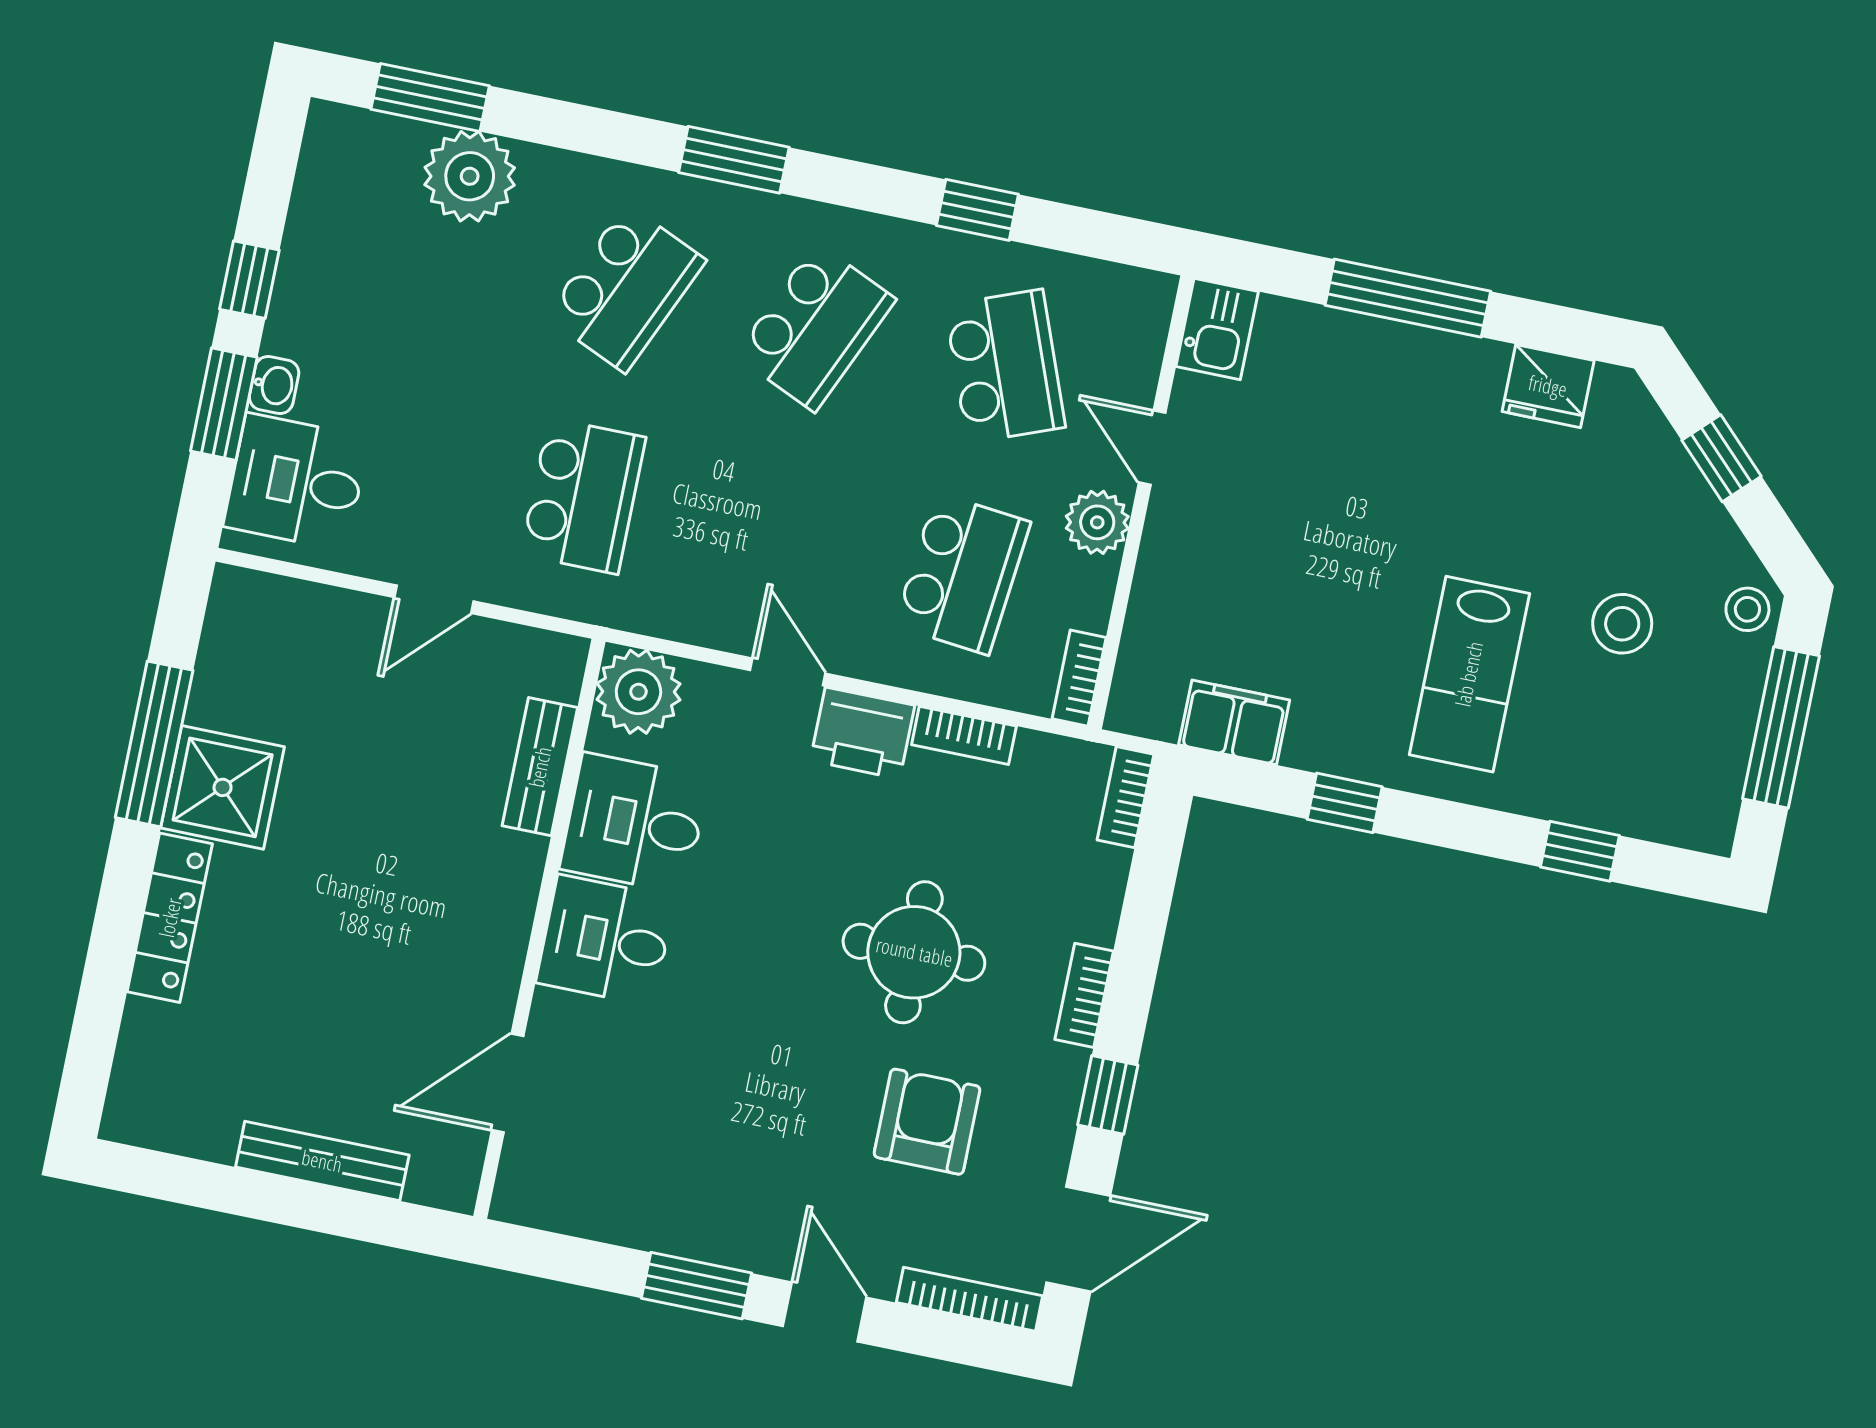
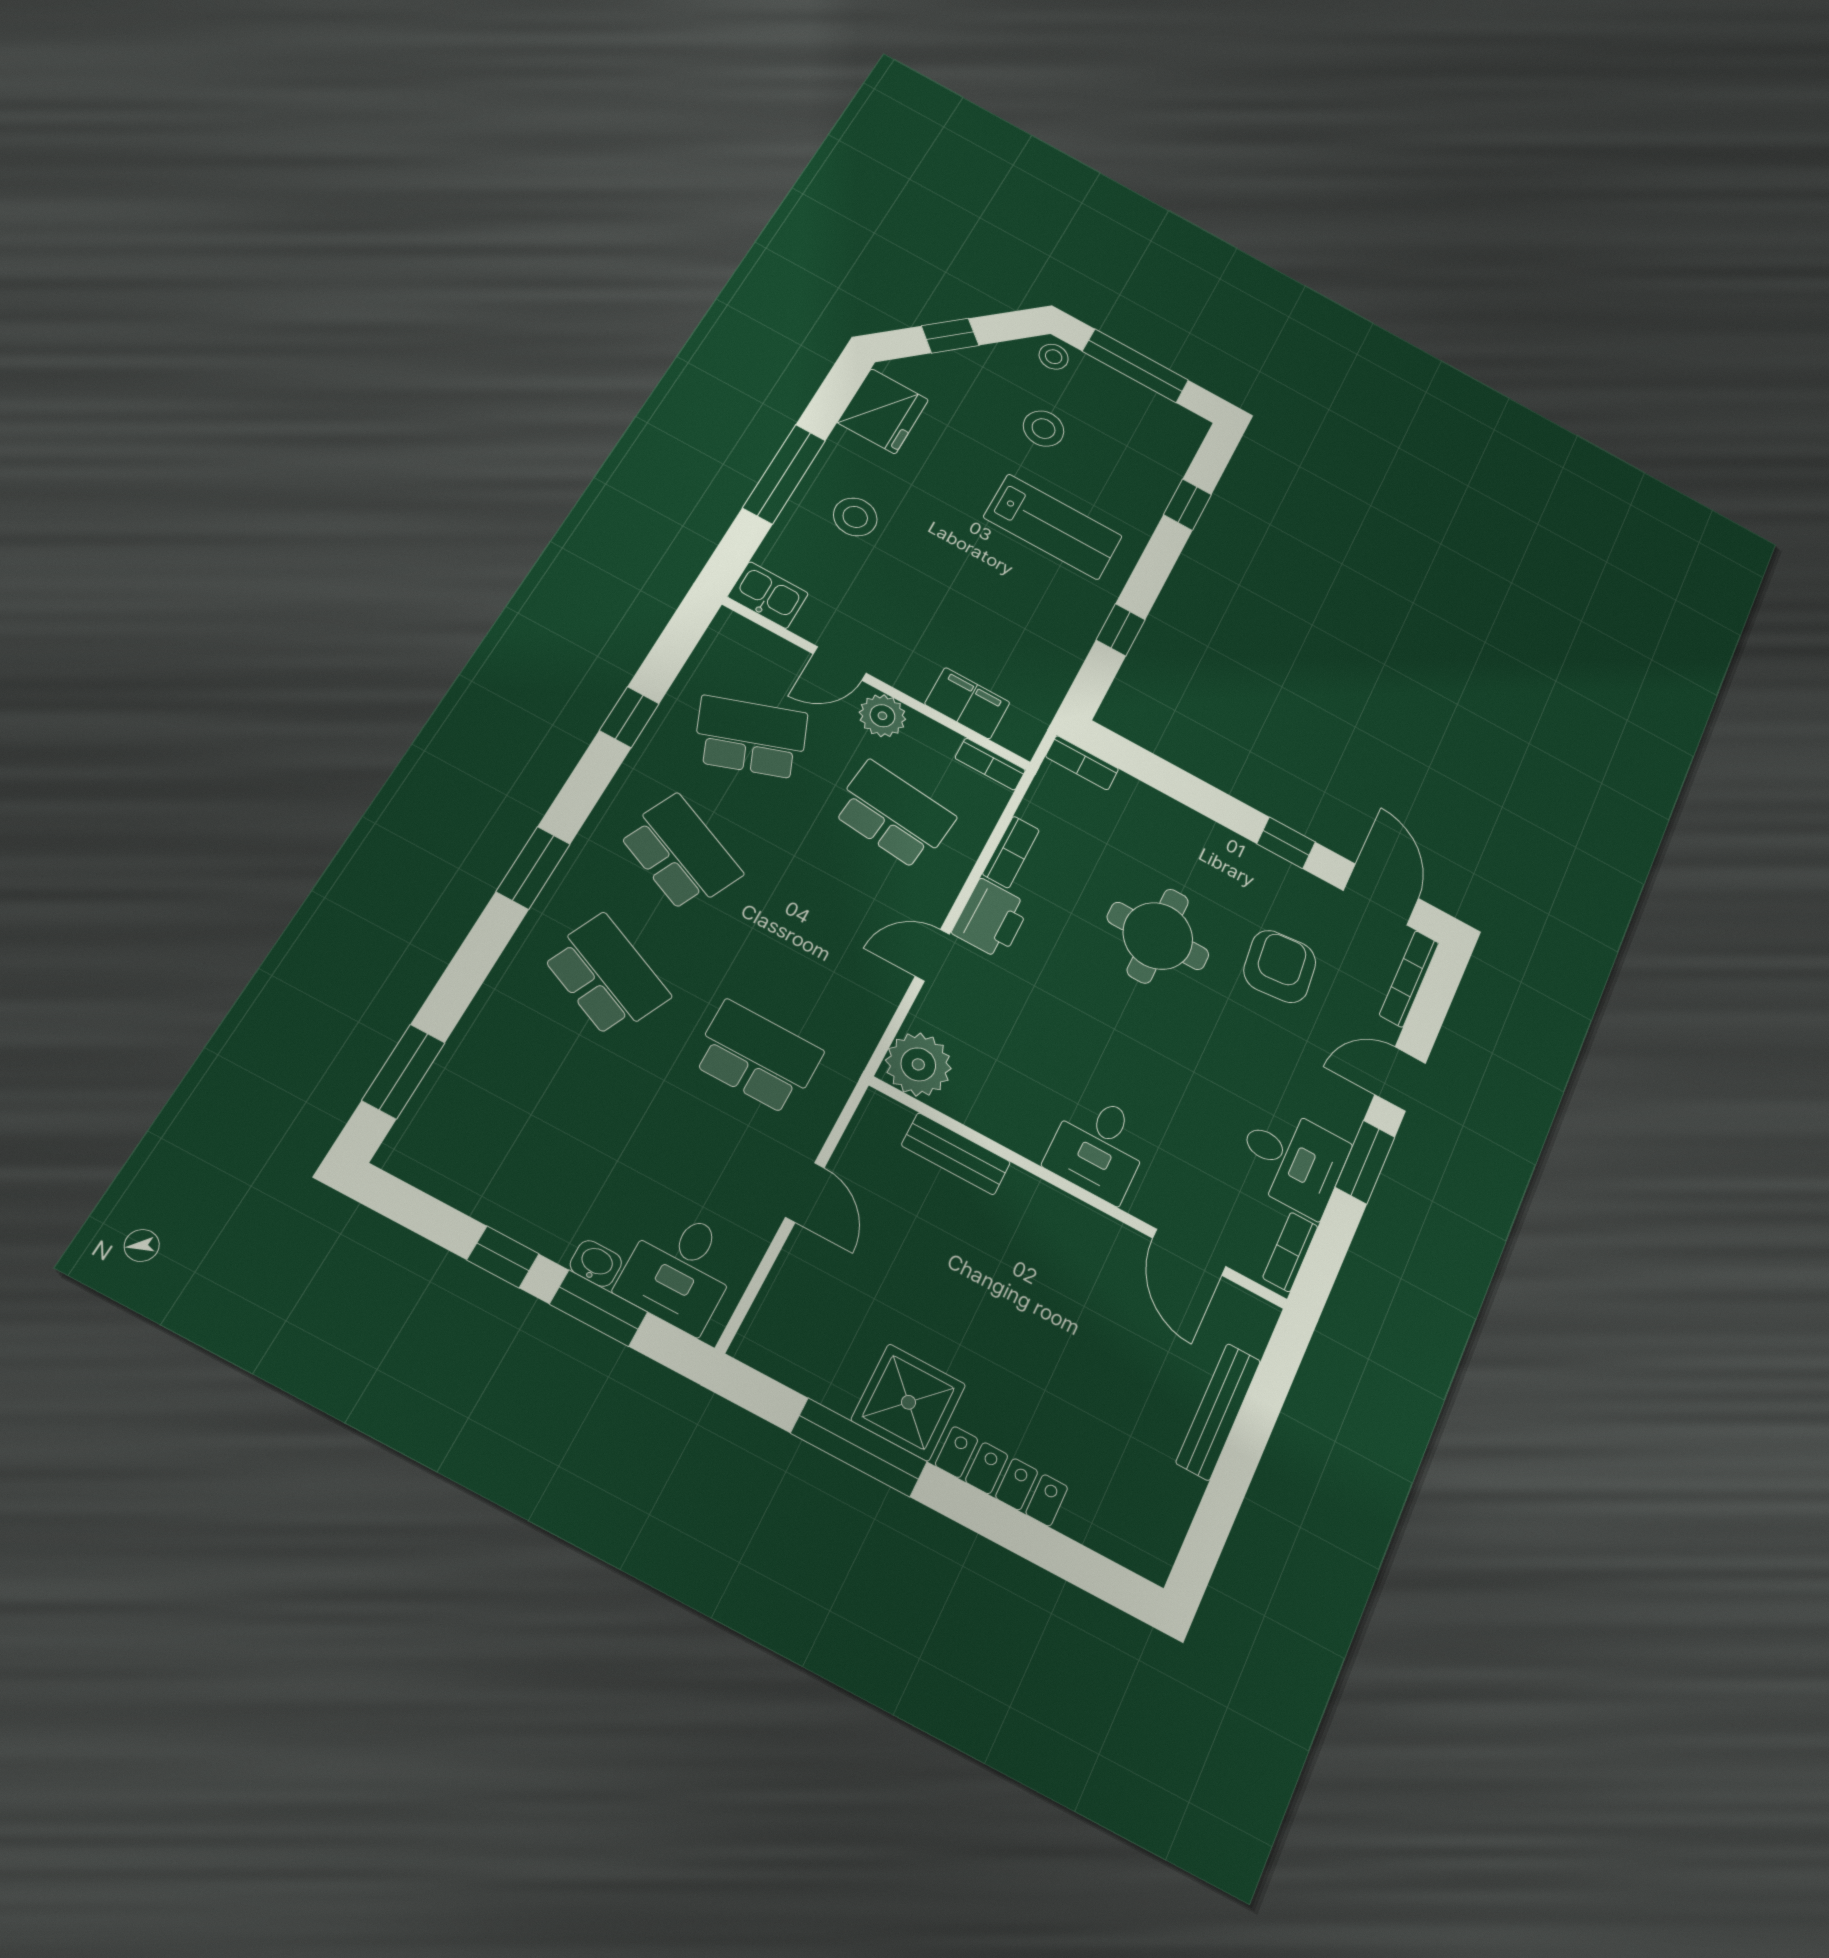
plant: (470, 176) -> (478, 1062), removed
fridge: (1548, 386) -> (883, 411), width x1.36, depth x1.34
stool: (1379, 408) -> (855, 517), added
filing cabinet: (1234, 722) -> (967, 703), moved, turned 90
desk: (634, 823) -> (1292, 1160), moved, turned -90
bookcase: (1084, 995) -> (1290, 1252), moved, turned 90
armchair: (927, 1122) -> (1280, 966), turned 84

